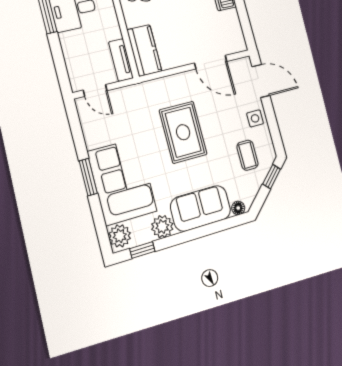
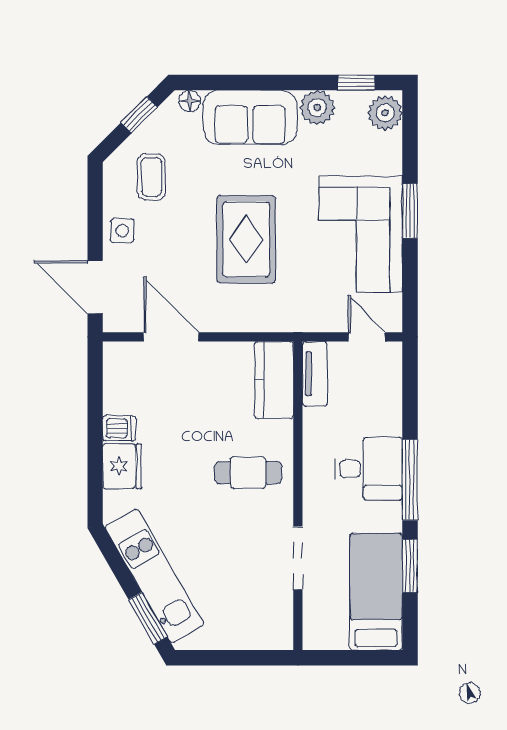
window: (272, 177) -> (139, 115), moved
corner sofa: (122, 181) -> (361, 234), moved

